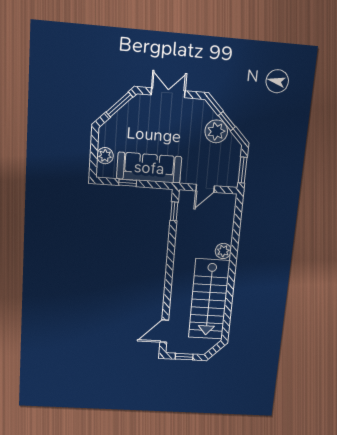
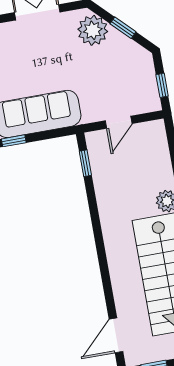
plant: (216, 131) -> (93, 30), moved
window: (243, 170) -> (162, 85), width x0.67

